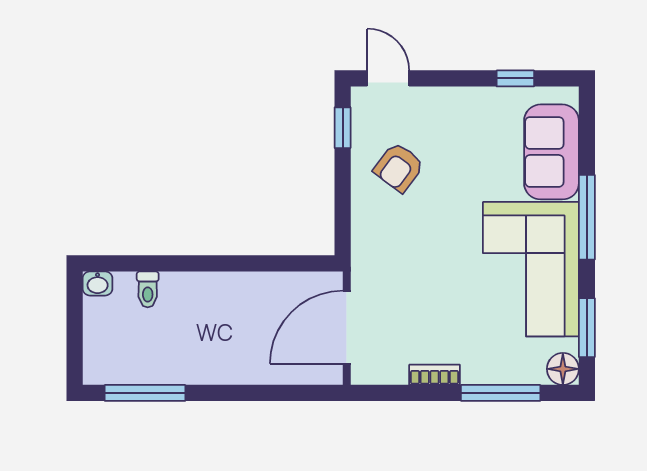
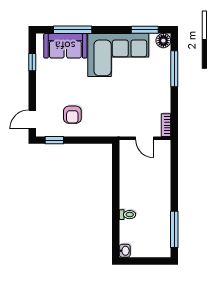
armchair: (399, 167) -> (72, 115), turned 53
window: (587, 217) -> (73, 30), moved
toilet: (148, 289) -> (127, 215), moved
door: (347, 327) -> (145, 138), width x0.53
bookcase: (435, 375) -> (166, 125), moved

